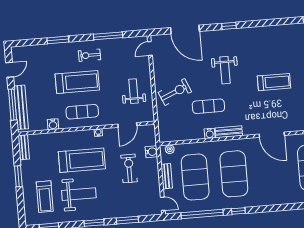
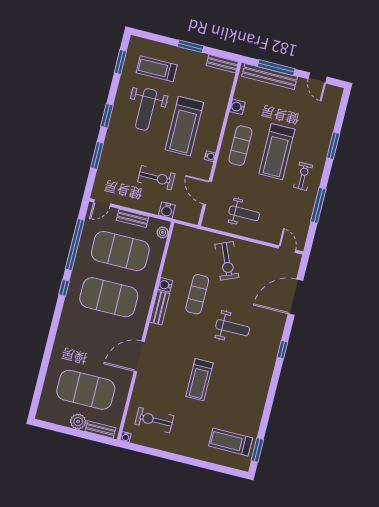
weight bench: (225, 70) -> (233, 328), turned 180

